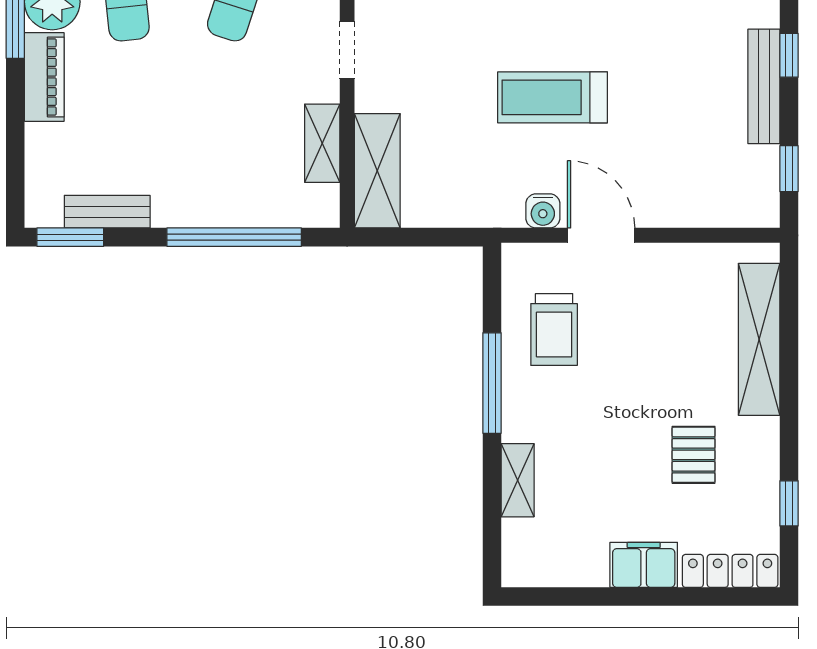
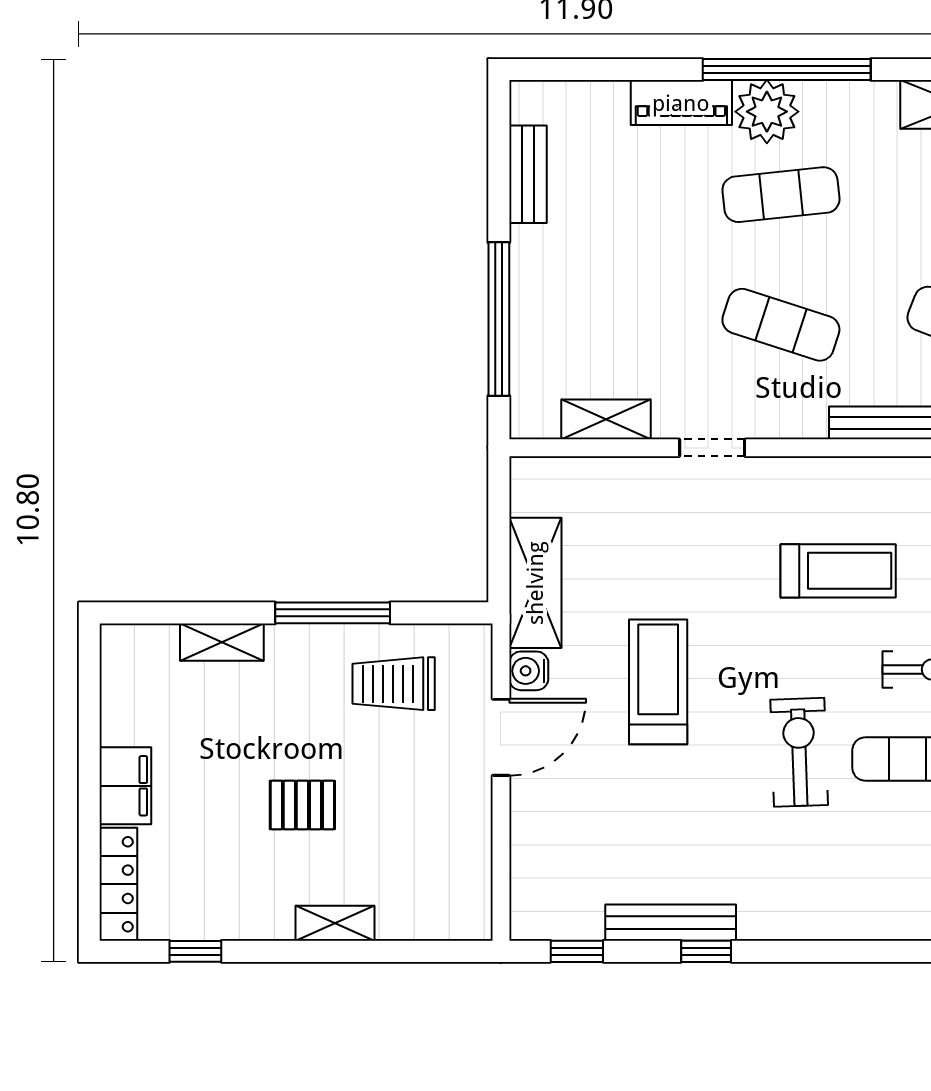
shelving: (377, 171) -> (535, 583), moved, turned 90
window: (70, 237) -> (499, 132), removed
shelving: (759, 339) -> (335, 923), width x0.45, depth x0.75
pallet: (694, 455) -> (302, 805), moved

